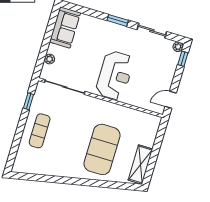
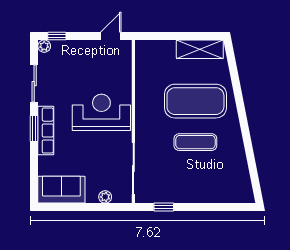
row of seats: (113, 29) -> (46, 131), added
door: (171, 100) -> (111, 36), swing flipped
exercise mat: (40, 131) -> (195, 142), moved

